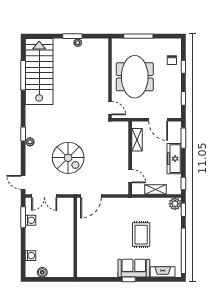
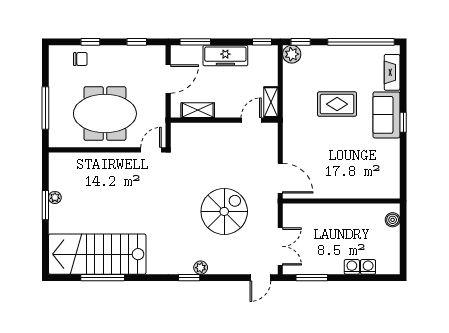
shelving: (156, 190) -> (271, 102), moved
washing machine: (30, 220) -> (352, 267), moved
boiler: (42, 272) -> (393, 220), moved

